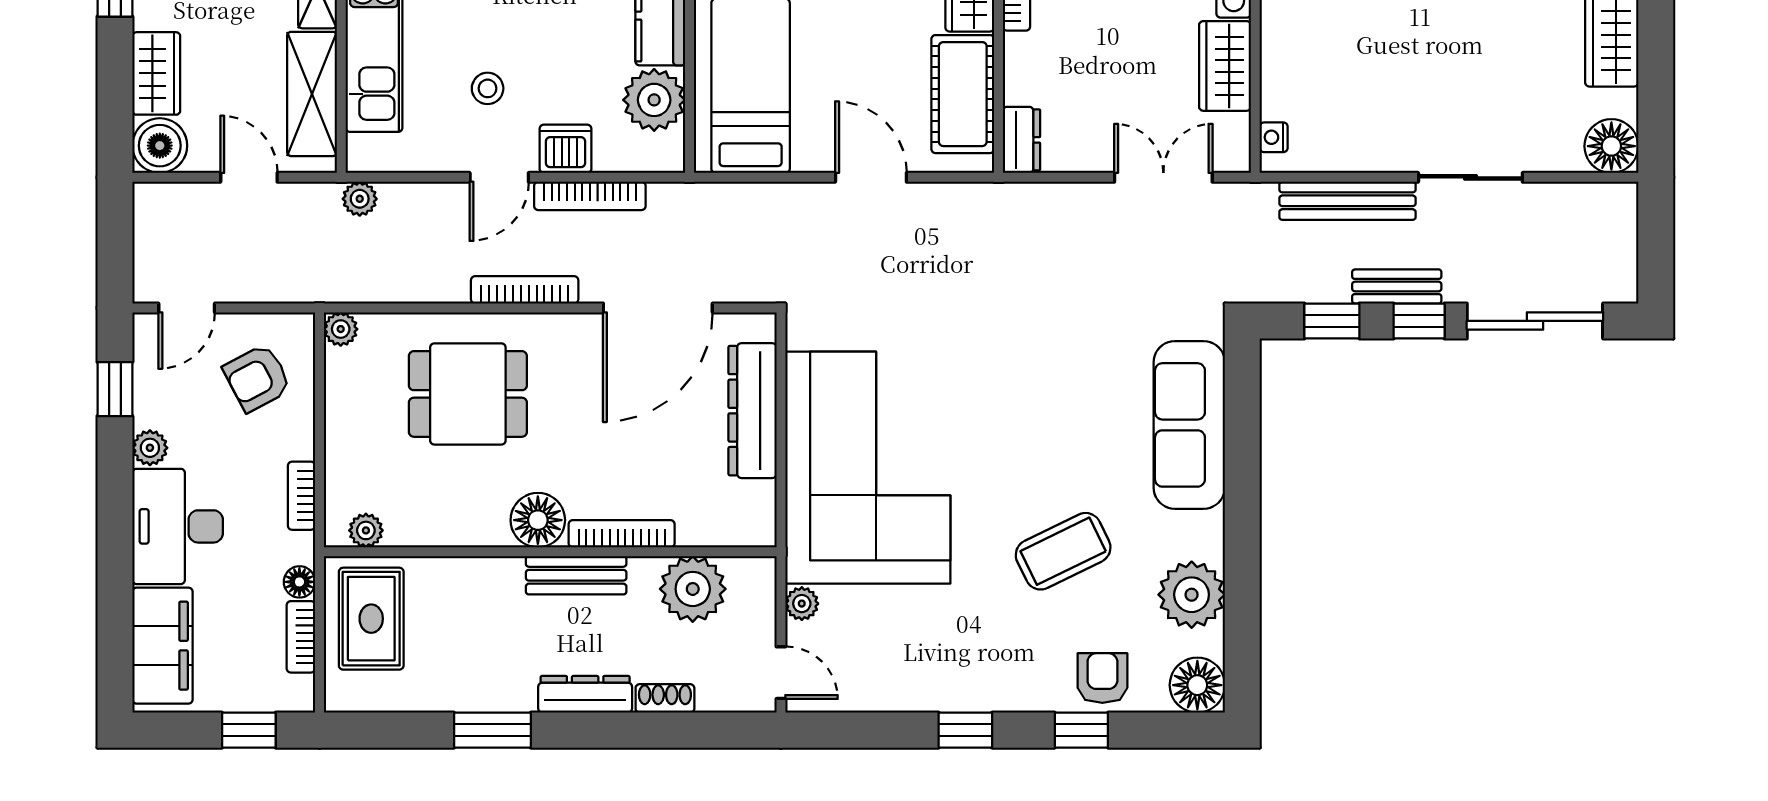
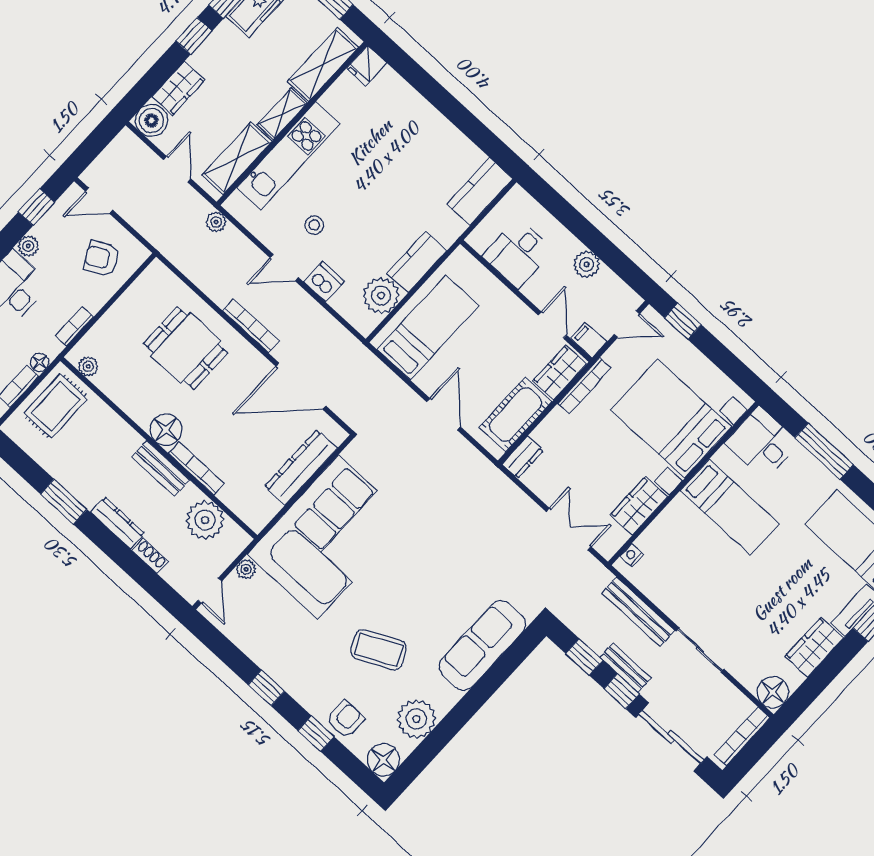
bookcase: (590, 196) -> (742, 736), moved, turned 90
plant: (341, 329) -> (157, 270), removed

